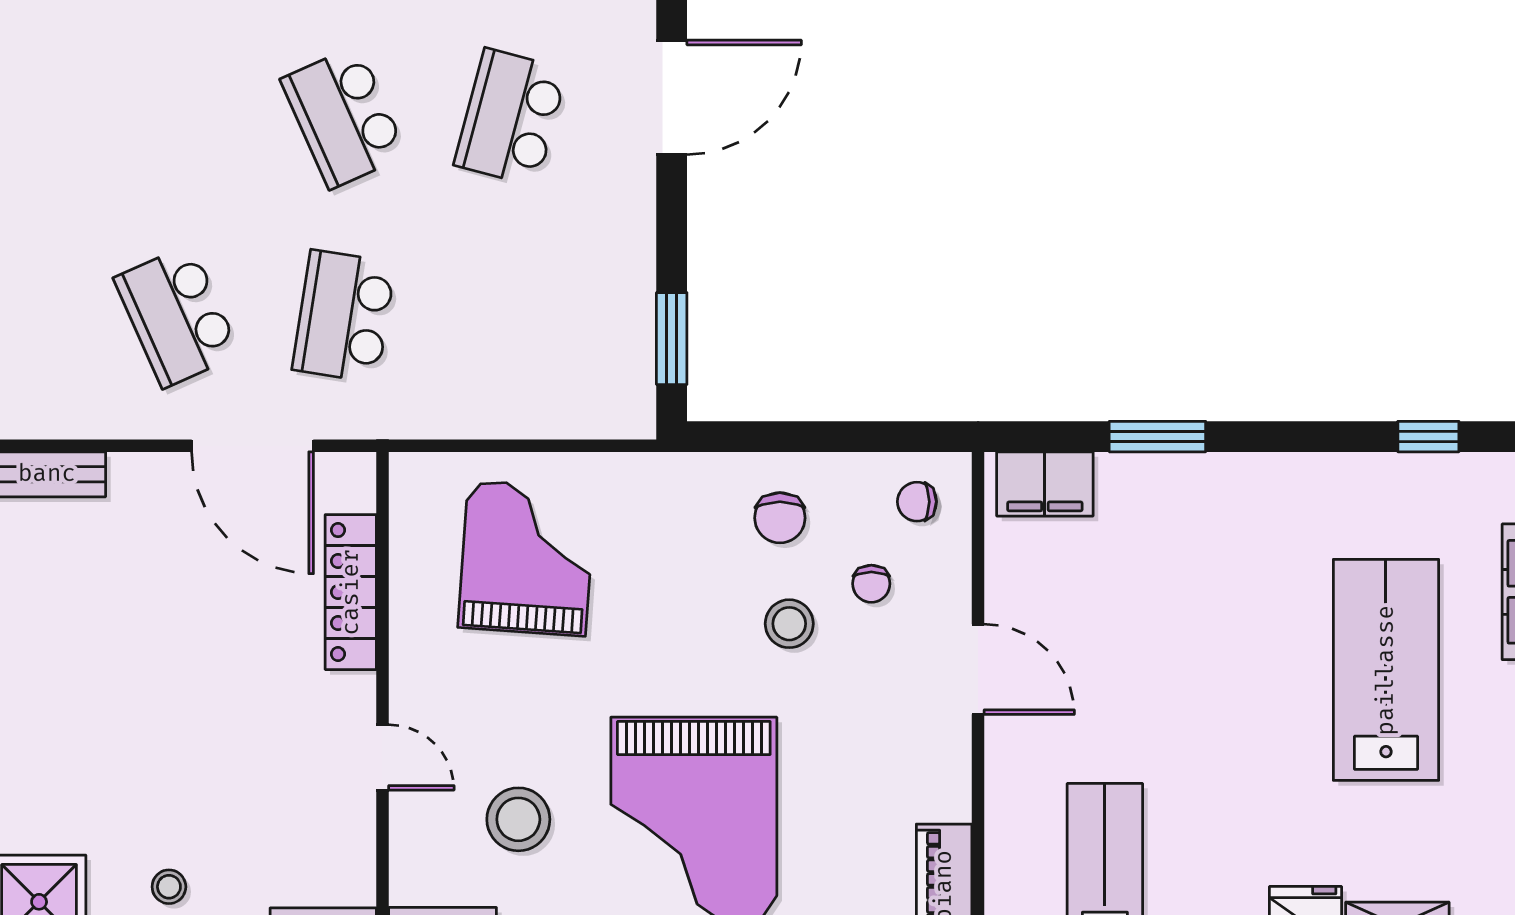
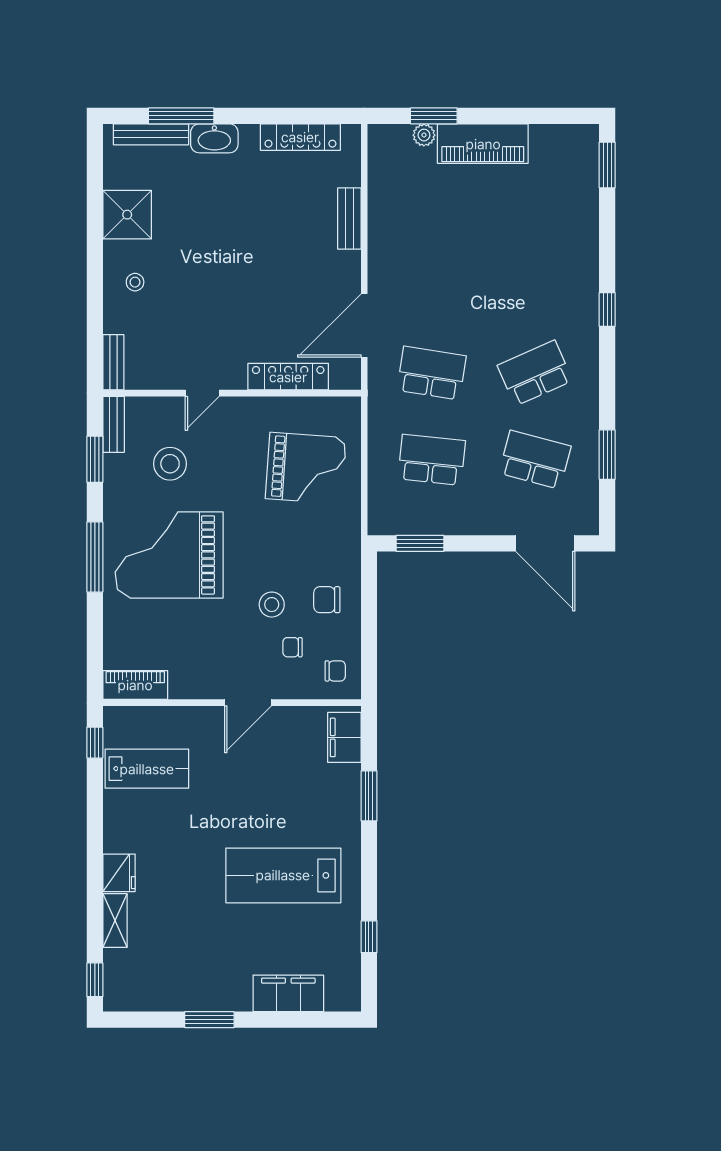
school desk: (177, 316) -> (432, 460), moved, turned 30
chair: (917, 502) -> (335, 671), turned 90
lab bench: (1386, 670) -> (283, 875), moved, turned 180

